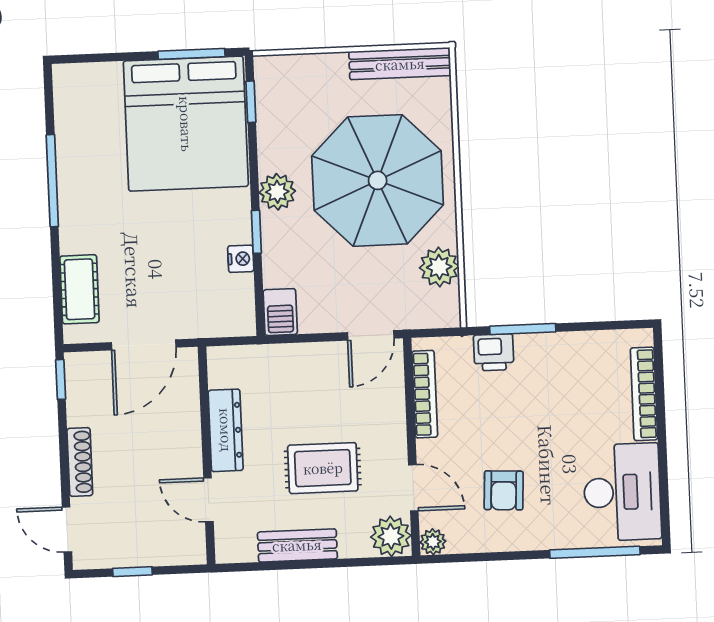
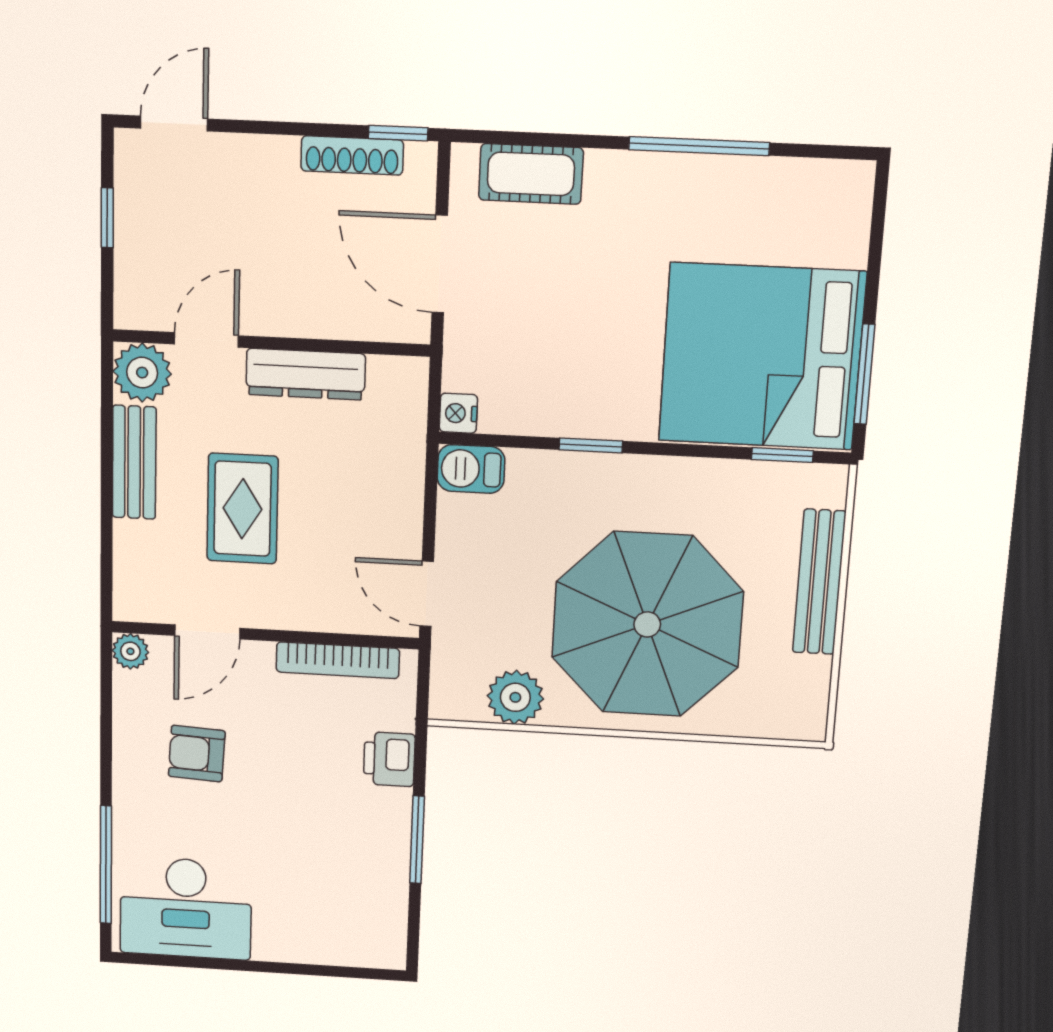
bench: (400, 64) -> (819, 582), moved
plant: (277, 192) -> (646, 481), removed
nightstand: (241, 259) -> (458, 413), moved, turned 90
window: (523, 329) -> (417, 840), moved
bookcase: (644, 394) -> (317, 950), removed
shoe rack: (80, 462) -> (352, 155), moved
plant: (391, 536) -> (142, 373), moved

